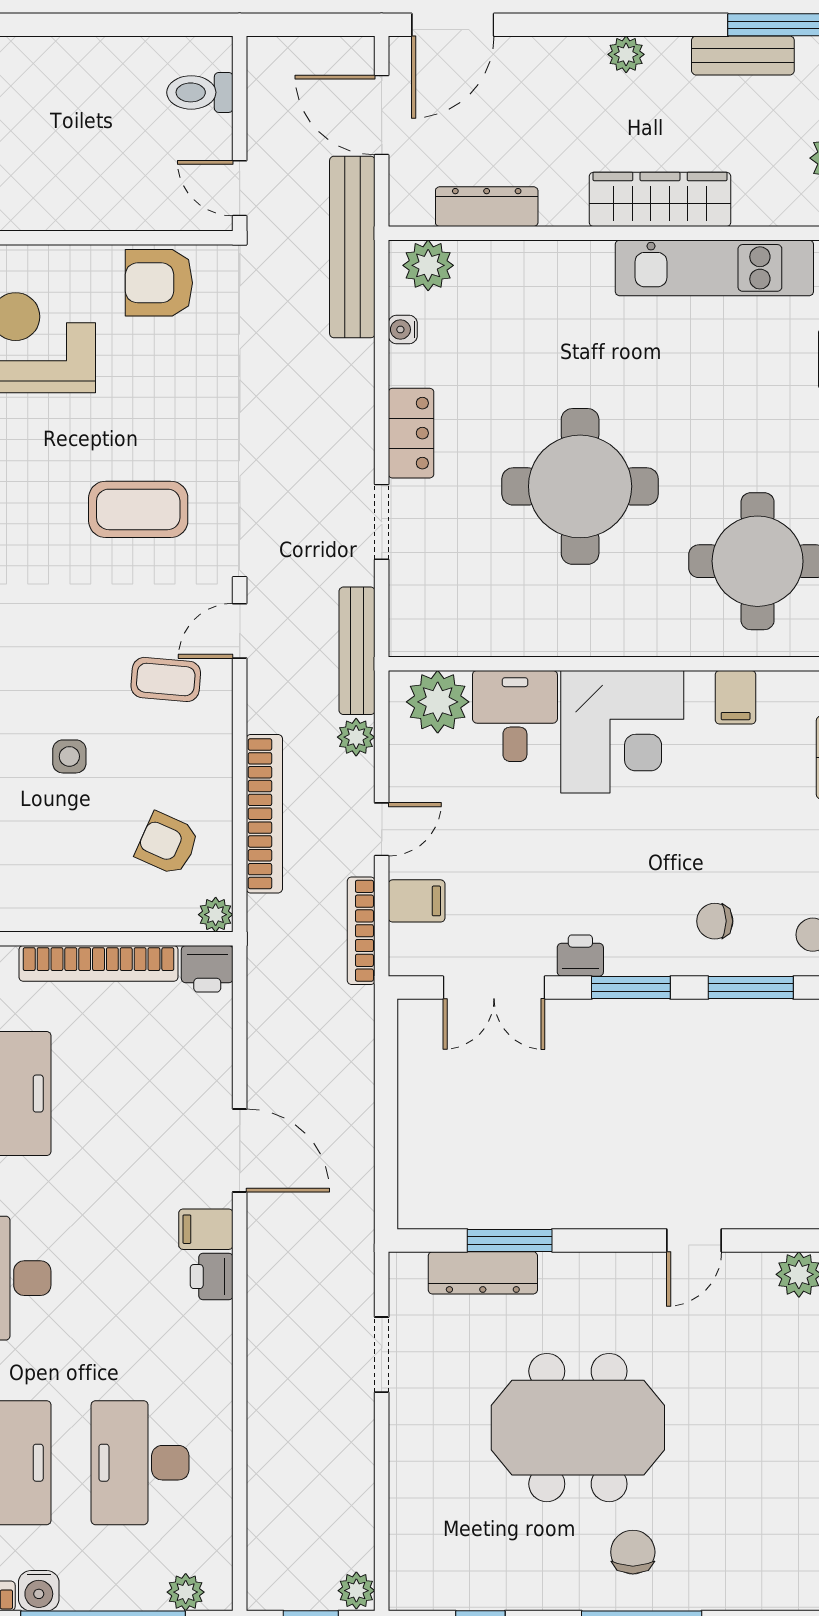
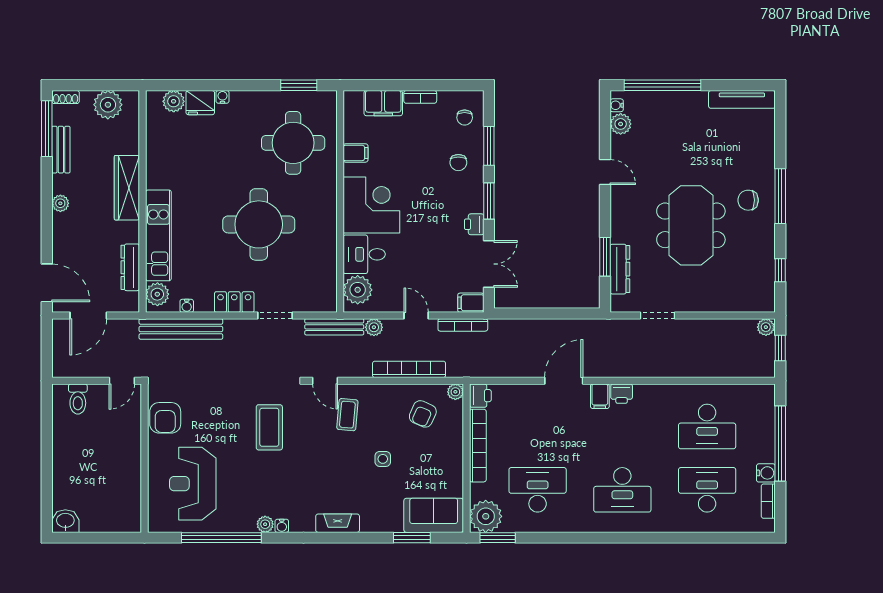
bench: (352, 247) -> (181, 329), moved
kitchen unit: (714, 268) -> (158, 235), moved
filing cabinet: (417, 901) -> (471, 303), moved, turned -90
plant: (186, 1592) -> (766, 406), removed

